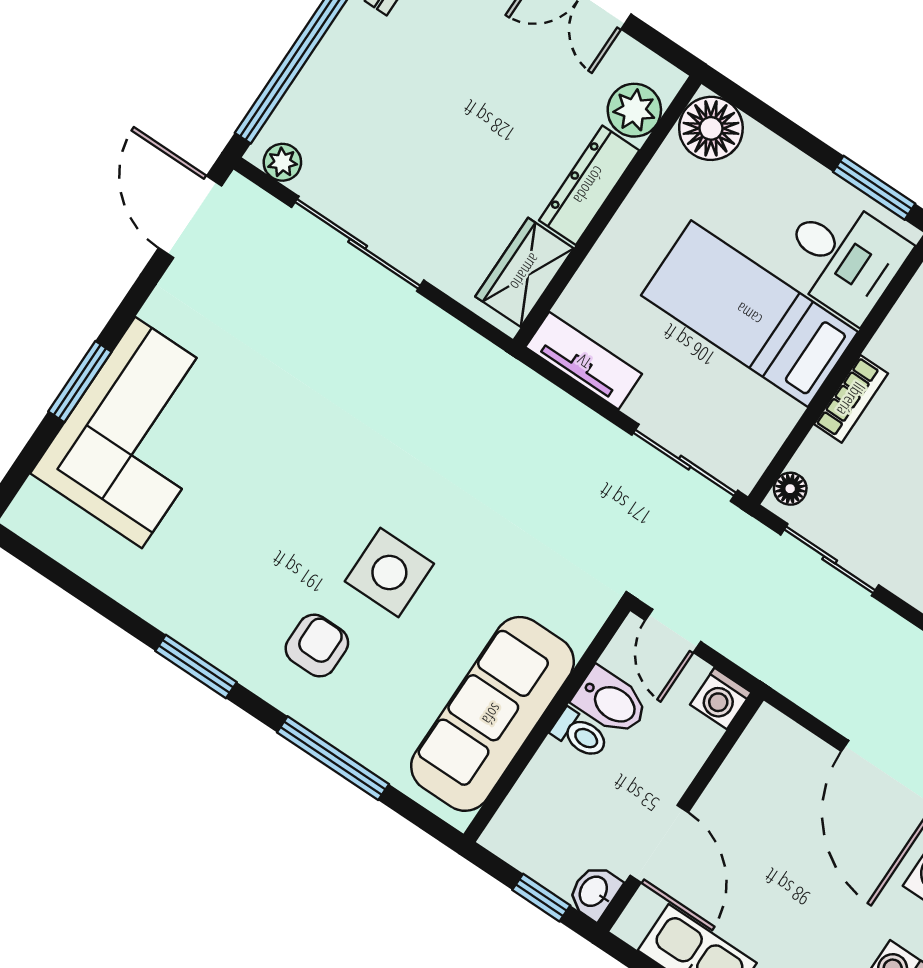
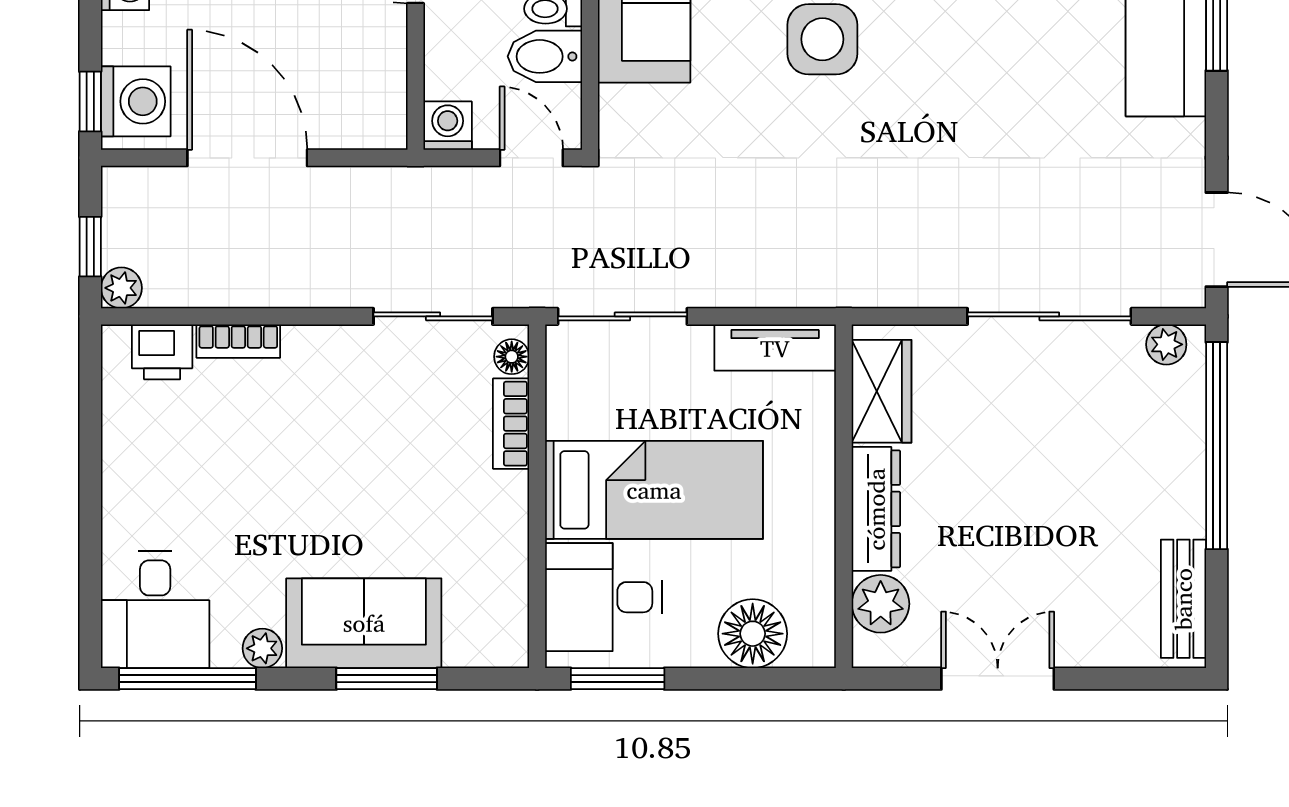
floor lamp: (711, 128) -> (753, 634), moved
bookcase: (851, 399) -> (511, 424), moved

